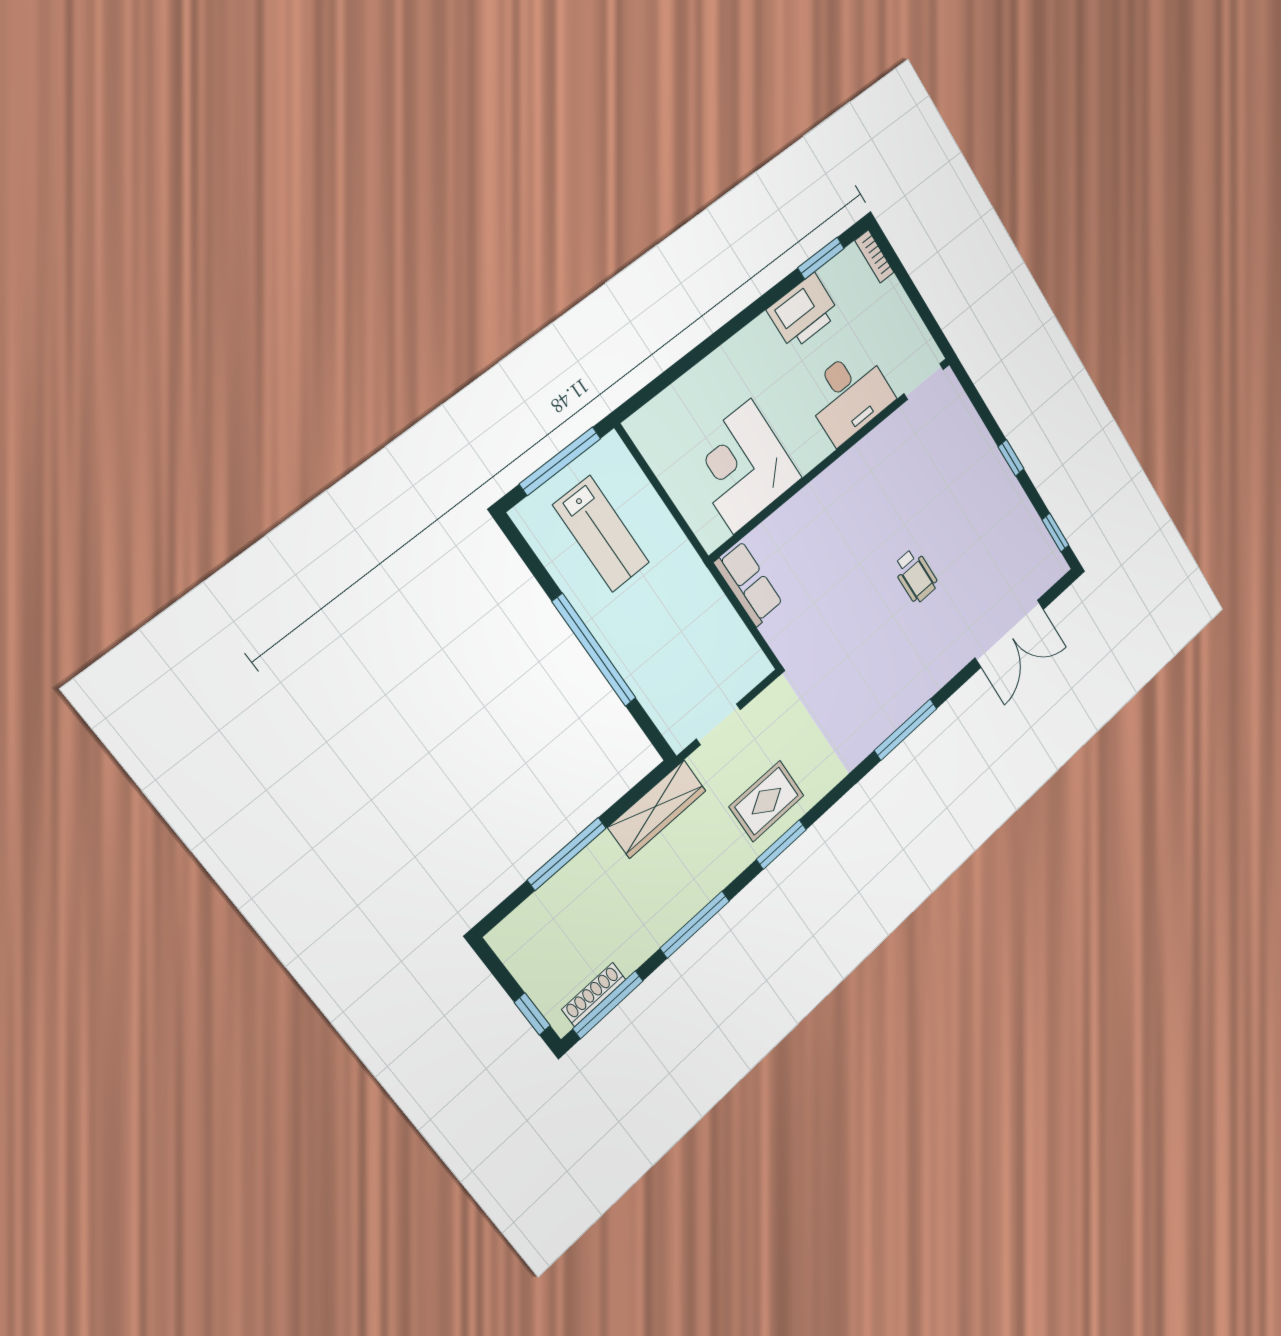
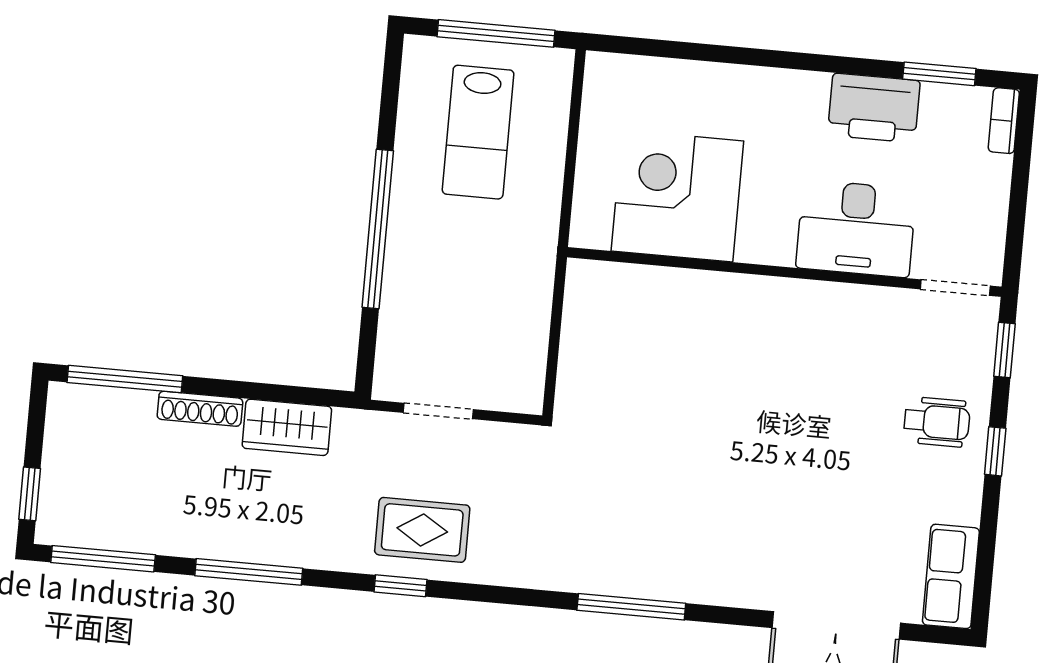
window: (1055, 533) -> (1004, 350), moved
wheelchair: (916, 576) -> (937, 422), moved, turned -90
row of seats: (749, 584) -> (951, 576), moved, turned 180
wardrobe: (657, 809) -> (287, 427), width x0.67
window: (781, 844) -> (401, 586), width x0.67
window: (567, 854) -> (125, 379), moved
shoe rack: (594, 994) -> (200, 409), moved, turned 180

